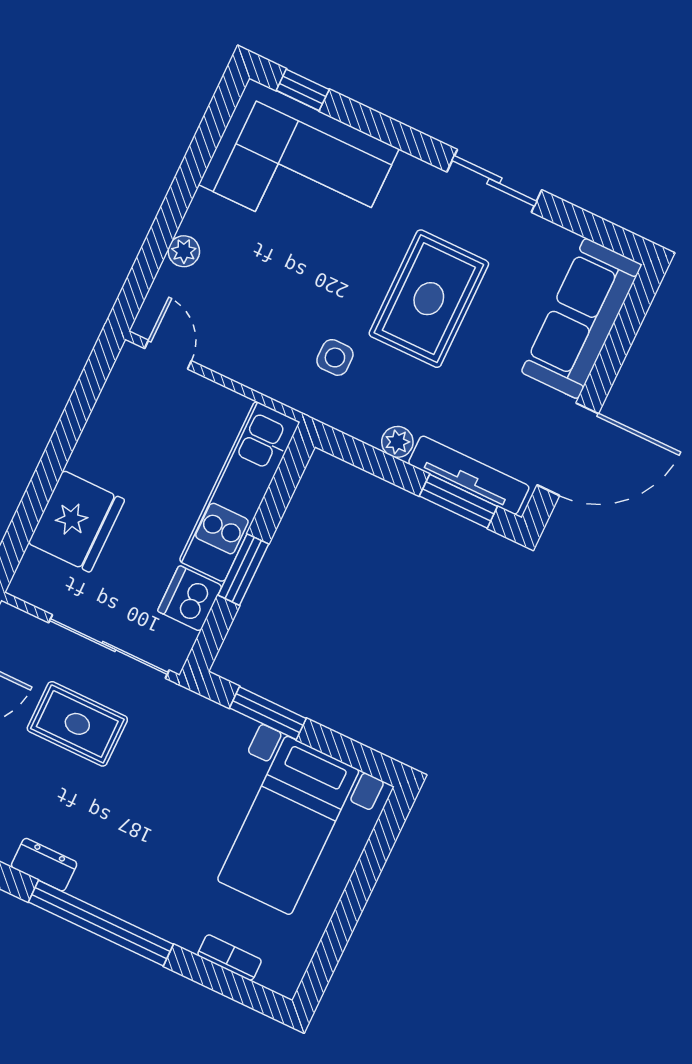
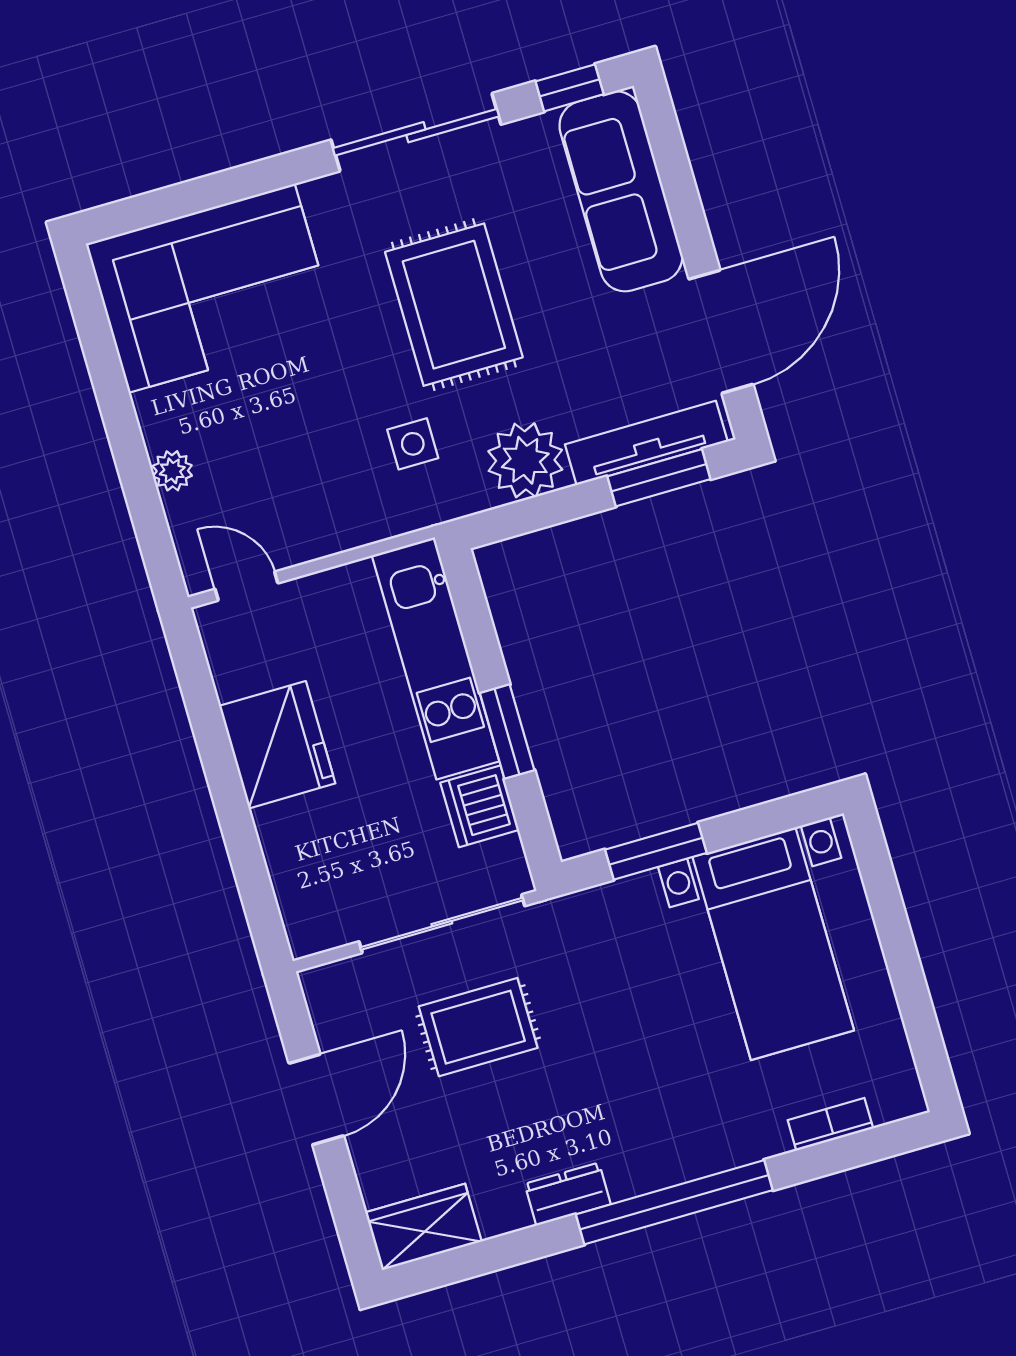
window: (303, 90) -> (570, 88), moved
sliding door: (494, 181) -> (416, 132), width x1.37
plant: (397, 442) -> (525, 460), width x1.88, depth x1.88
fridge: (76, 521) -> (277, 745), moved

